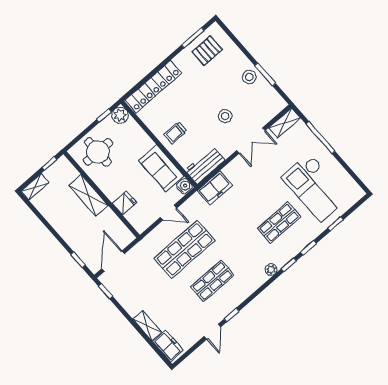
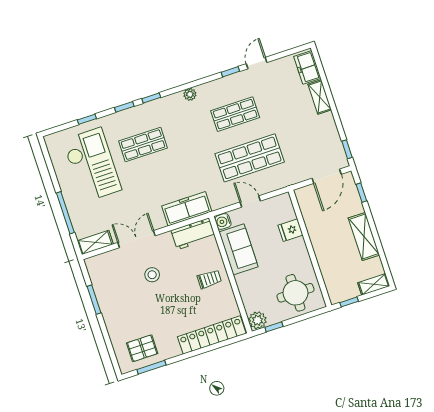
stool: (249, 77) -> (111, 304), removed
freezer: (215, 188) -> (187, 209), width x1.40
shelving: (89, 195) -> (364, 236), moved
plant: (271, 270) -> (190, 94), moved

